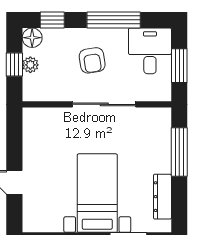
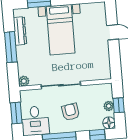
plant: (163, 116) -> (24, 81), added
window: (179, 152) -> (11, 47), moved

